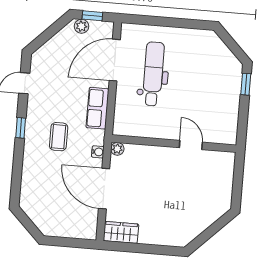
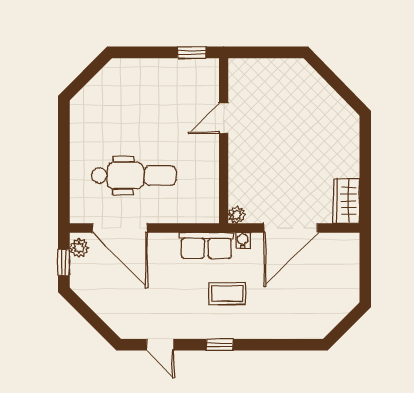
plant: (82, 26) -> (79, 248), moved
dental chair: (153, 74) -> (134, 176), turned 180
window: (246, 84) -> (192, 52), moved
row of seats: (97, 108) -> (206, 245), moved

